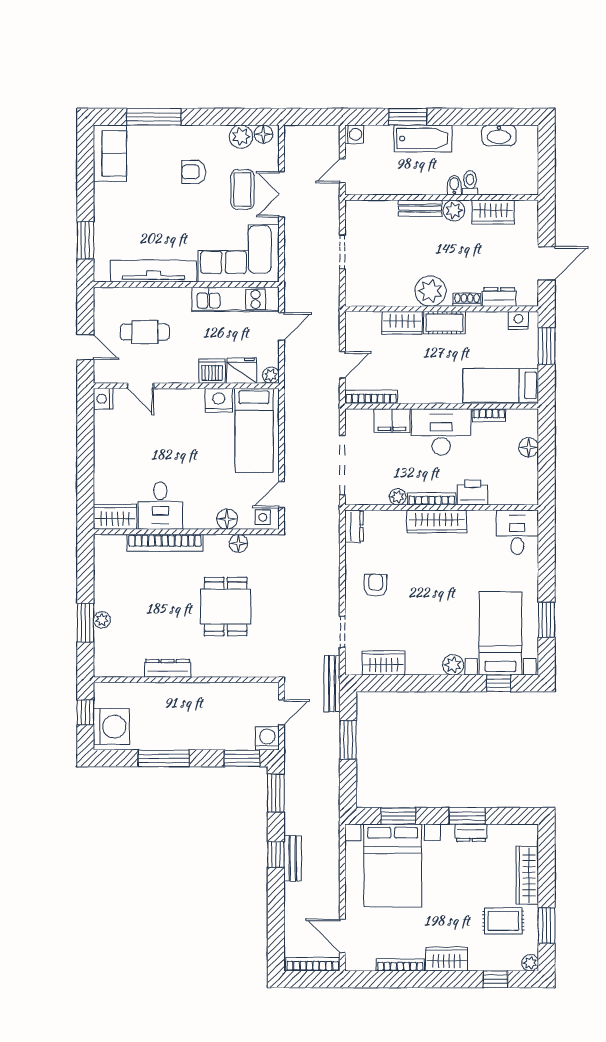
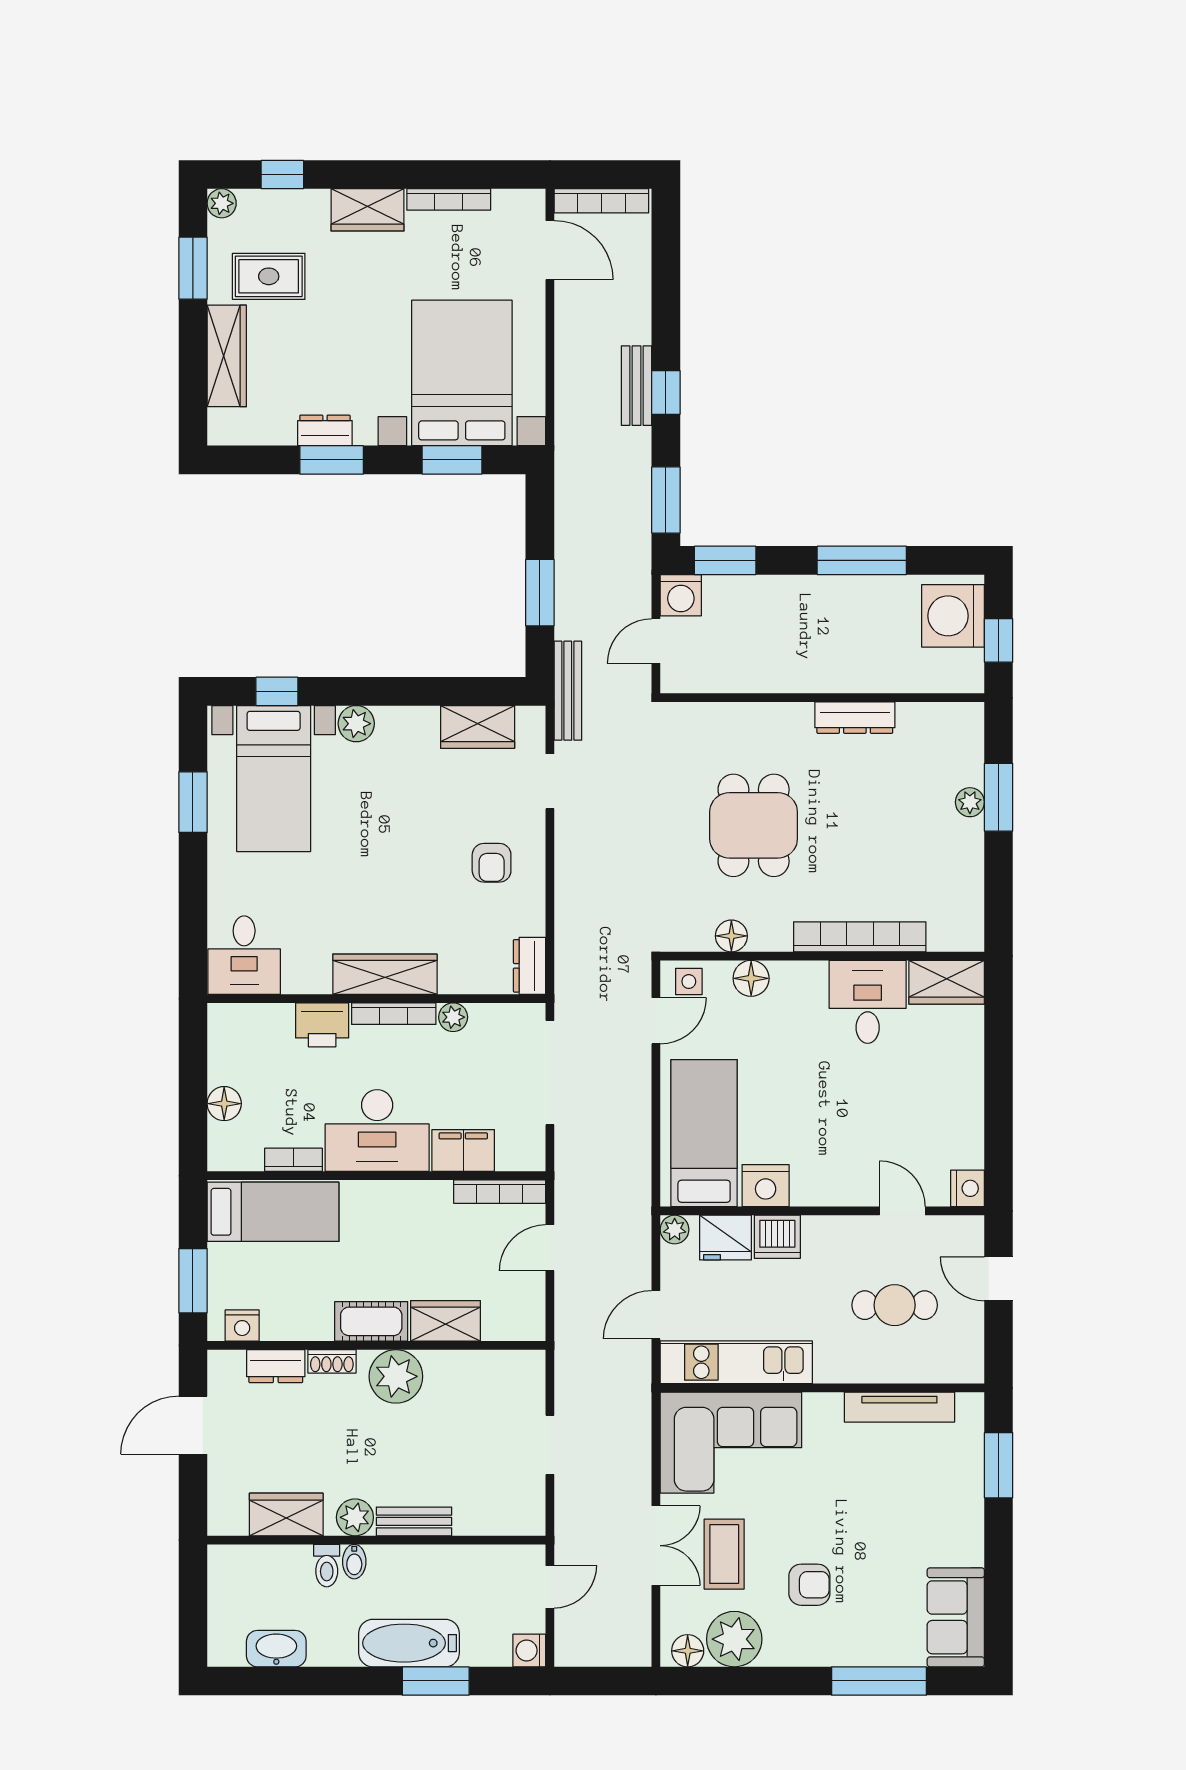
plant: (241, 137) -> (734, 1639), width x1.36, depth x1.36
tv unit: (154, 271) -> (899, 1407), width x0.73, depth x0.78

